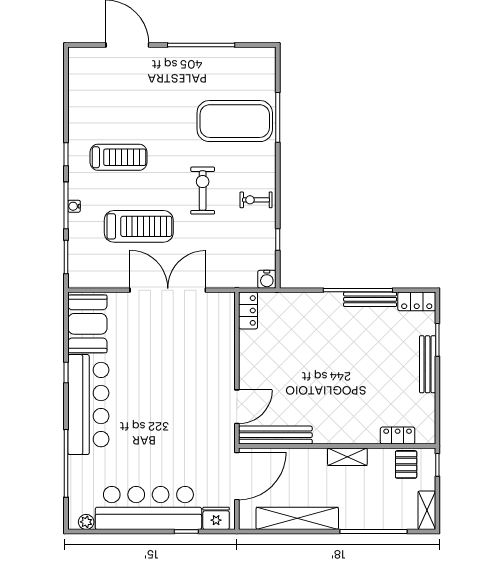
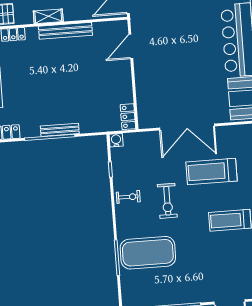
bench: (370, 299) -> (60, 130), moved
bench: (275, 435) -> (65, 31), moved

